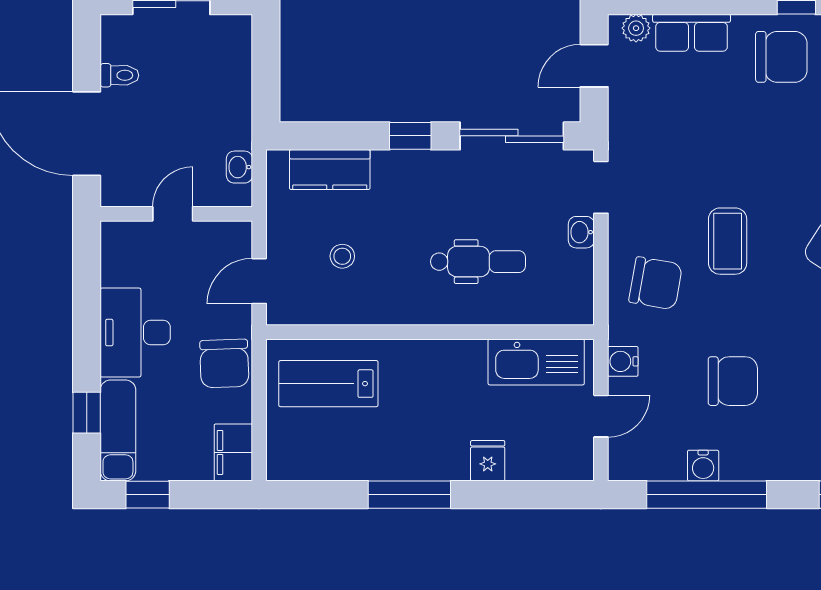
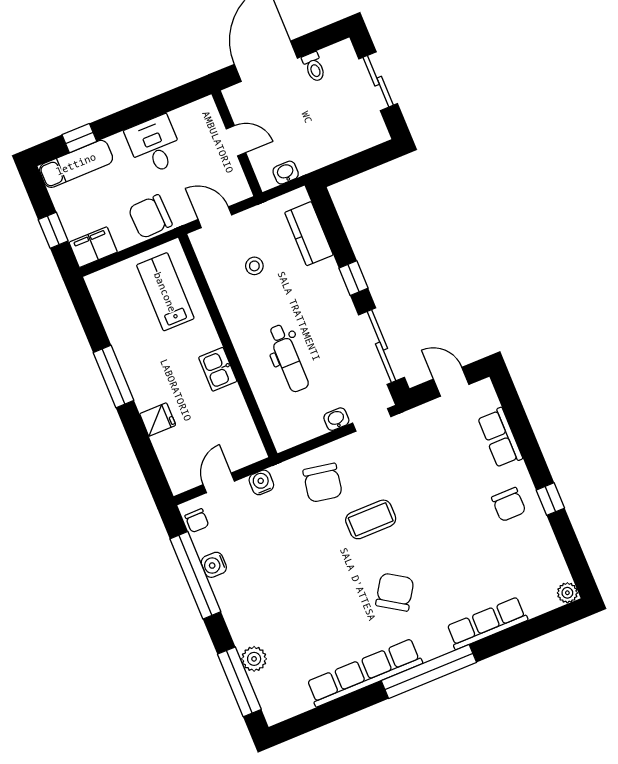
plant: (636, 28) -> (488, 399), removed
chair: (781, 57) -> (509, 505), width x0.73, depth x0.73
desk: (135, 333) -> (154, 145), width x0.73
kitchen sink: (536, 362) -> (218, 369), moved, width x0.53, depth x0.81
chair: (733, 381) -> (197, 521), moved, width x0.54, depth x0.54
door: (601, 416) -> (219, 483), swing flipped
window: (148, 495) -> (53, 230), moved

